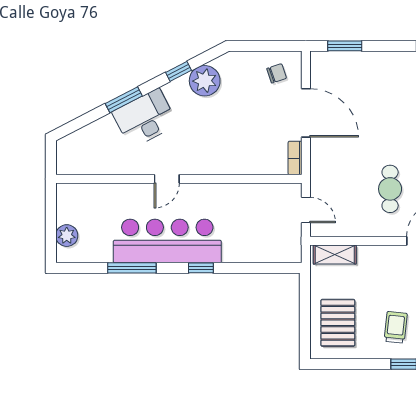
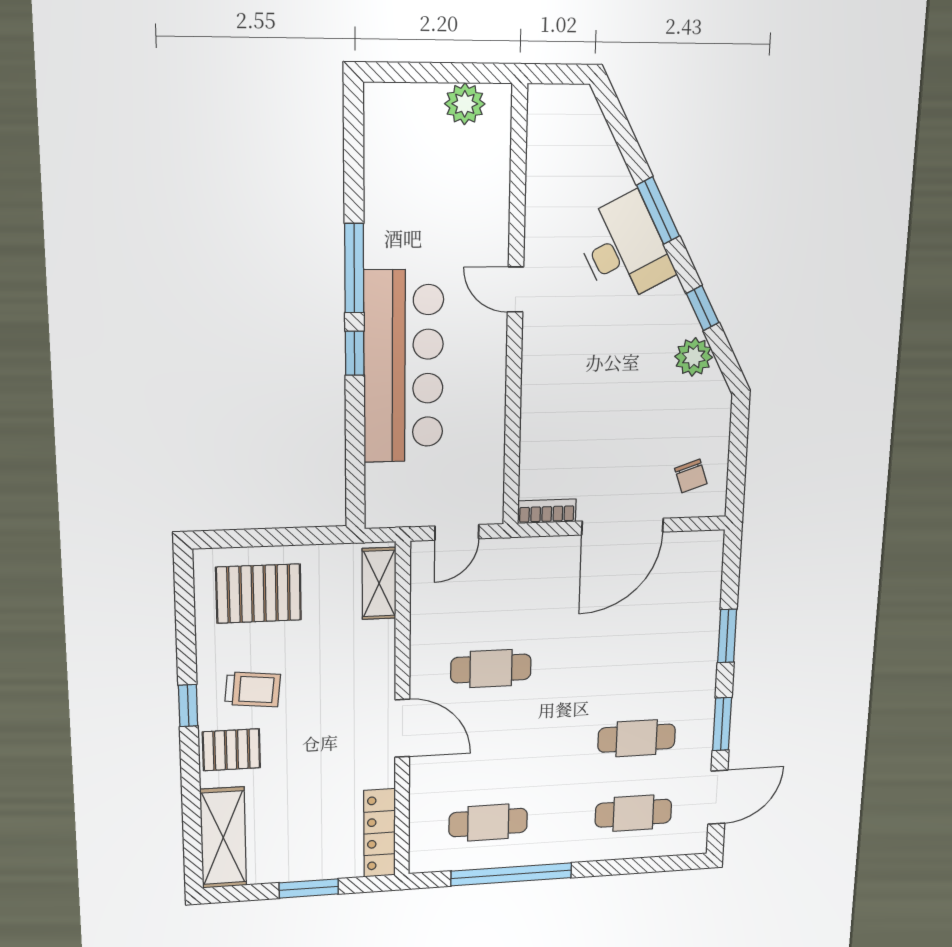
window: (345, 46) -> (727, 636), moved
plant: (205, 81) -> (694, 357), width x0.73, depth x0.73
plant: (67, 236) -> (465, 104), moved
bar counter: (167, 241) -> (403, 367), moved
window: (132, 268) -> (354, 268), moved

